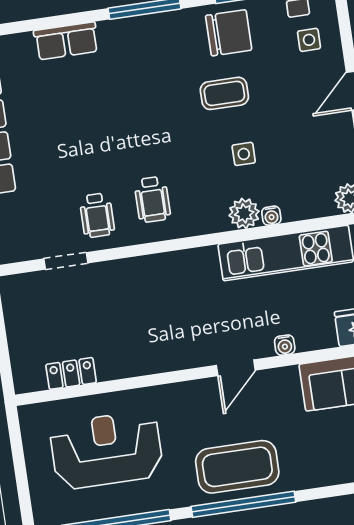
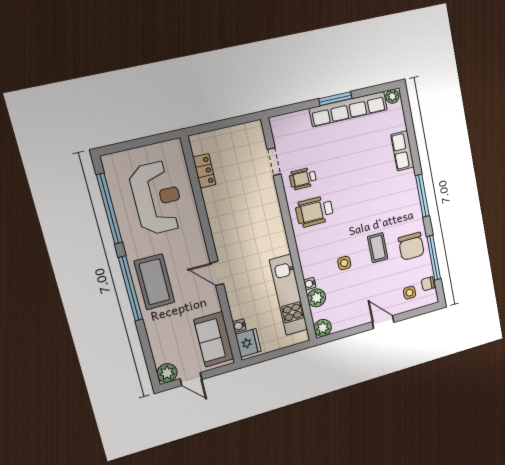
wheelchair: (152, 199) -> (315, 211), width x1.36, depth x1.37
plant: (244, 213) -> (317, 298), moved
water cooler: (285, 345) -> (239, 326), moved

